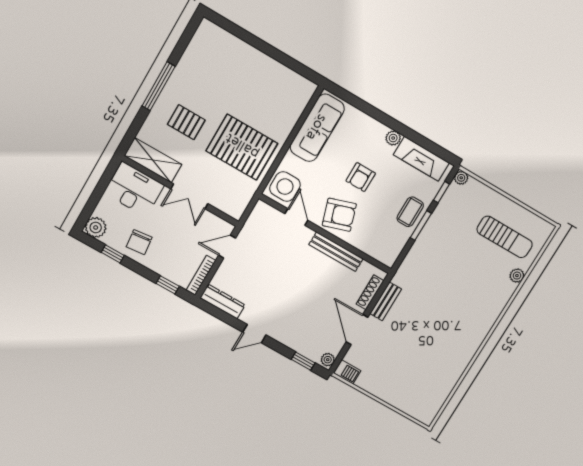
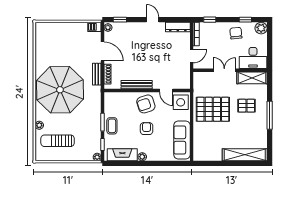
shelving: (233, 47) -> (245, 155), added
parasol: (454, 310) -> (60, 90), added
door: (254, 334) -> (153, 20), hinge flipped

